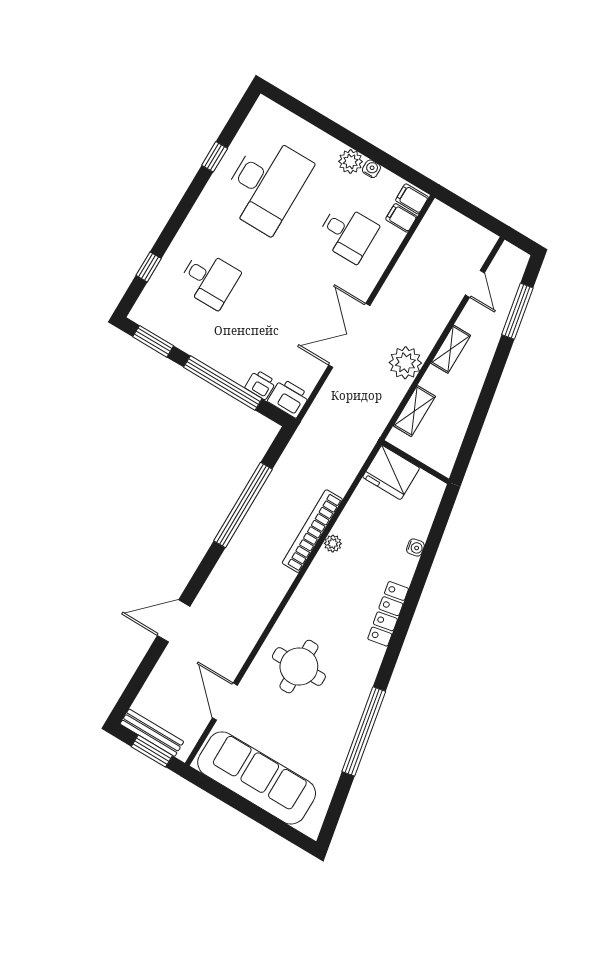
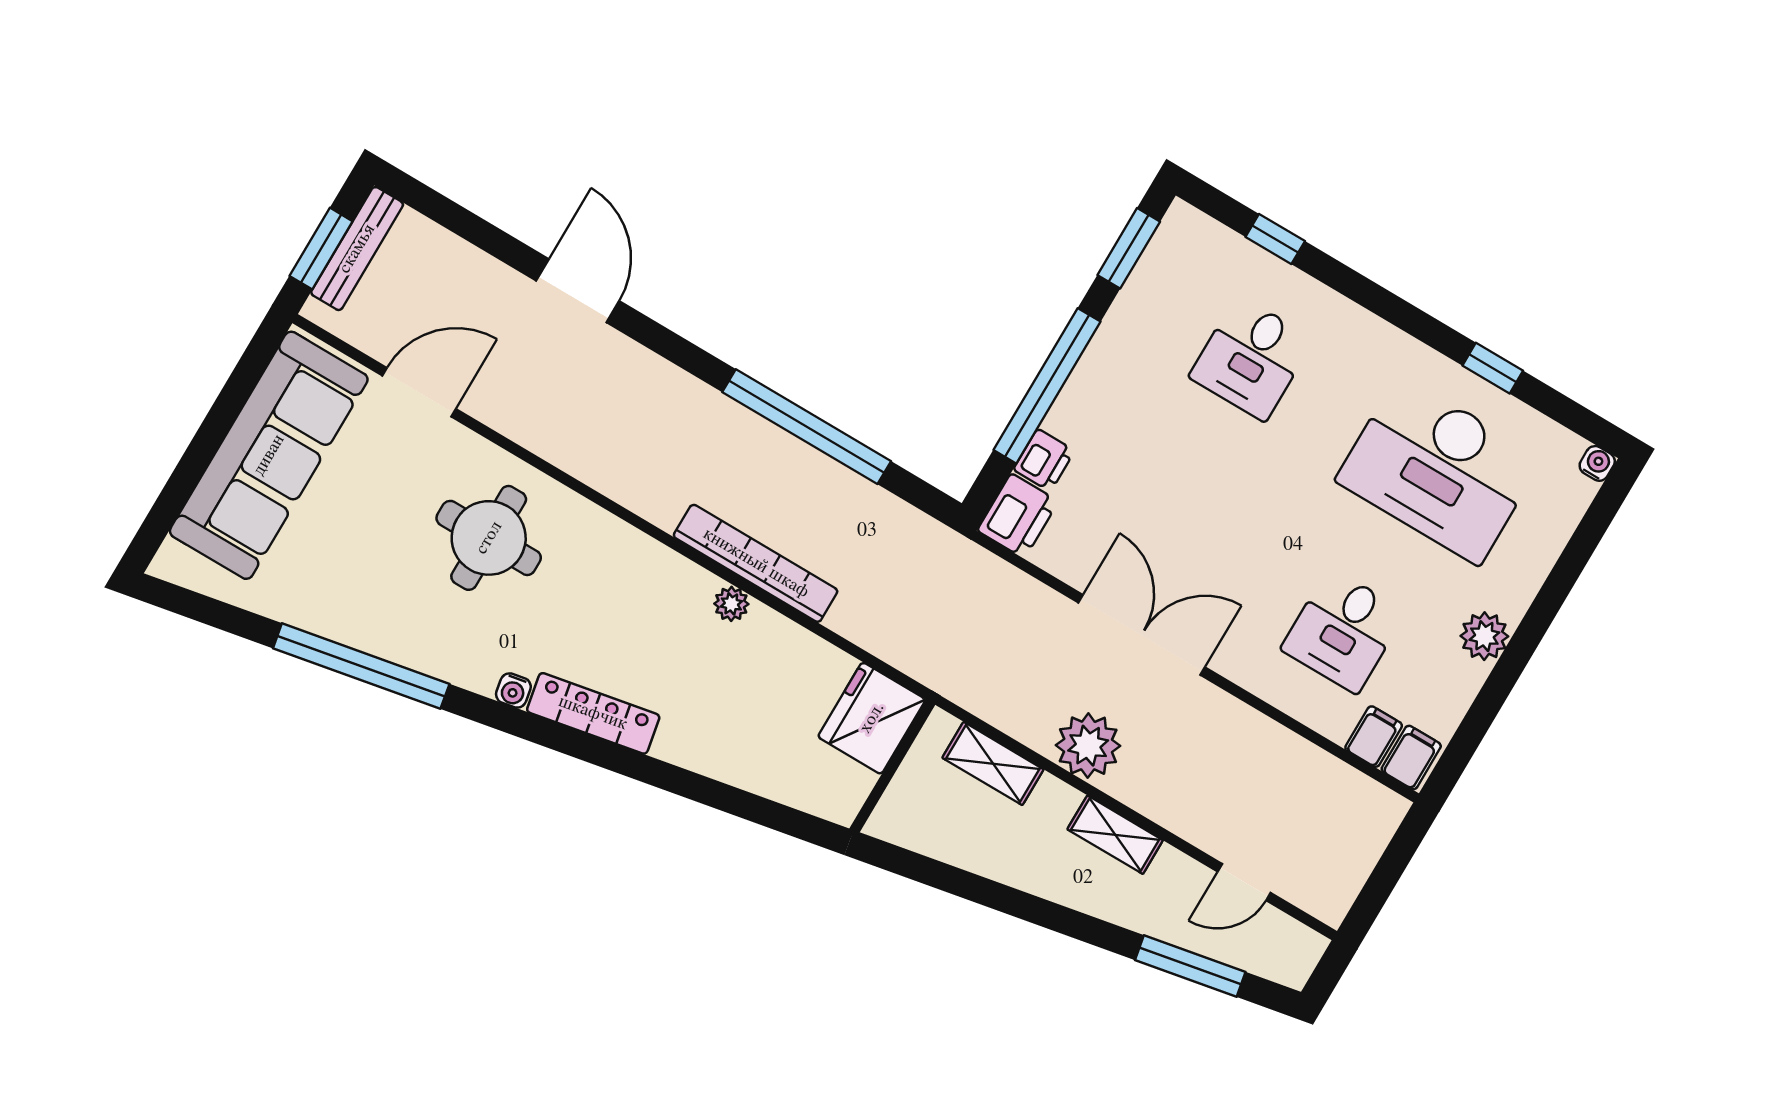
water cooler: (371, 169) -> (1597, 463), moved, turned -90
water cooler: (415, 548) -> (513, 691), moved

